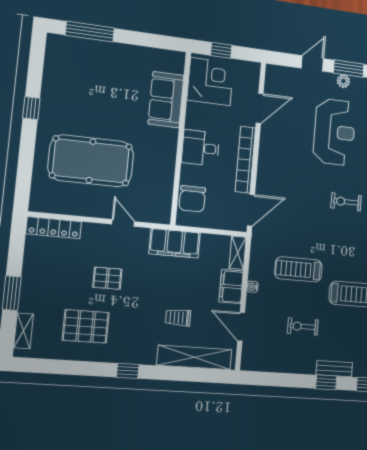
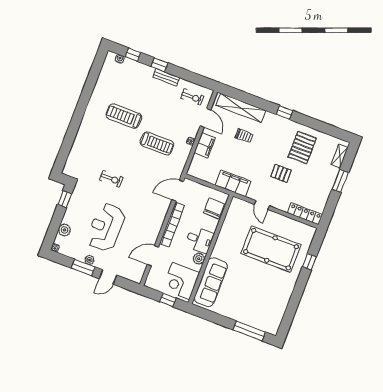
sofa: (166, 100) -> (211, 282), width x1.36
window: (31, 108) -> (309, 262), moved
plant: (194, 120) -> (199, 259), added
shelving: (238, 253) -> (194, 166), removed
pallet: (86, 326) -> (302, 148), turned 90
exercise bike: (303, 327) -> (192, 97), moved
bench: (334, 369) -> (166, 77), moved

